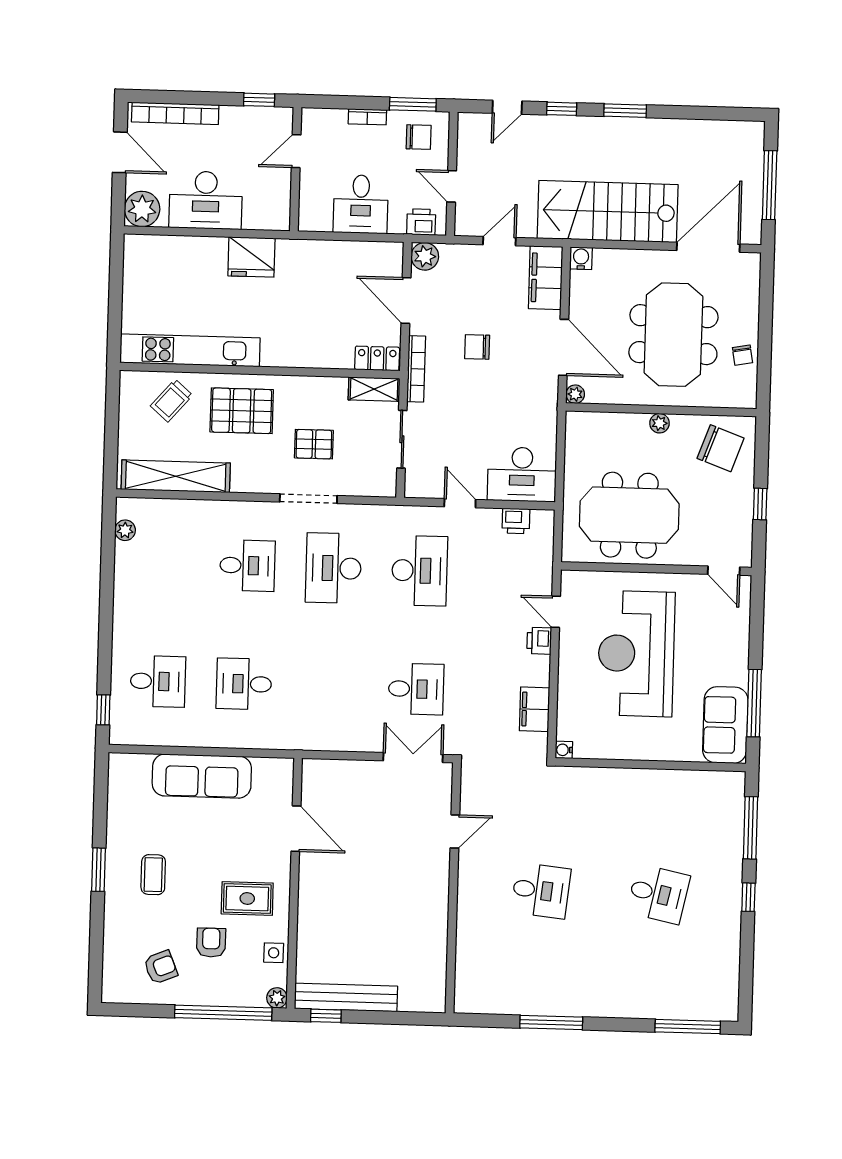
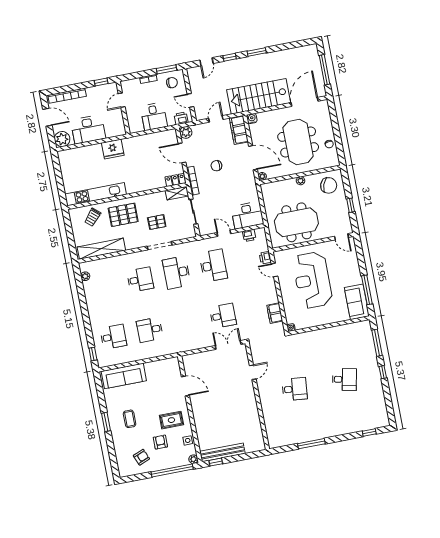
printer: (539, 641) -> (265, 258), moved
sofa: (202, 776) -> (124, 376), moved
window: (688, 1027) -> (369, 433), width x0.46

